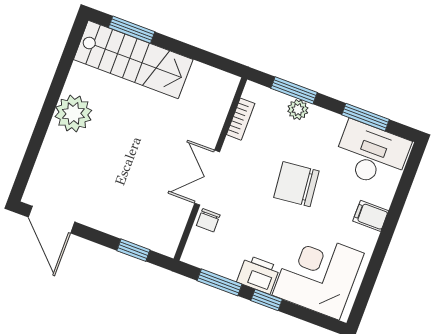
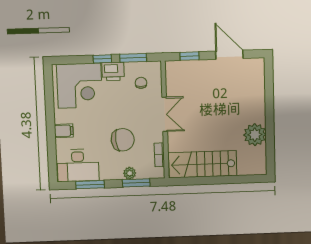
window: (132, 30) -> (241, 179), removed
stairs: (133, 59) -> (203, 164), moved
plant: (73, 114) -> (255, 135), moved
chair: (296, 184) -> (123, 140), moved
door: (52, 220) -> (229, 55), moved
chair: (208, 220) -> (141, 83), moved

